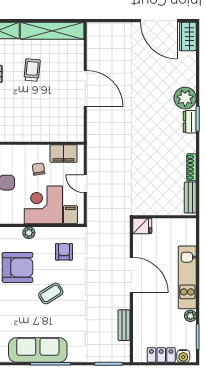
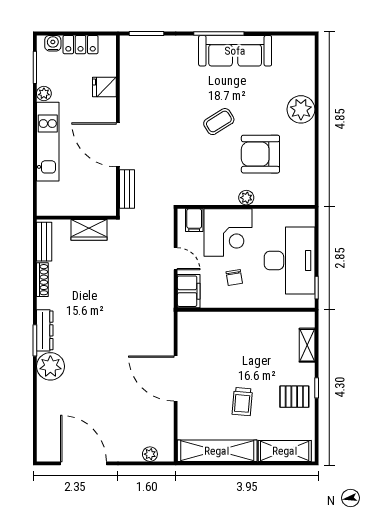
plant: (106, 28) -> (150, 454), added
wardrobe: (188, 36) -> (89, 230), moved, turned 90
dresser: (190, 122) -> (45, 330), width x1.44
filing cabinet: (64, 154) -> (189, 291), moved, turned 90
fridge: (142, 226) -> (104, 87), moved
armchair: (64, 252) -> (202, 174), removed
bench: (124, 325) -> (127, 189), moved

